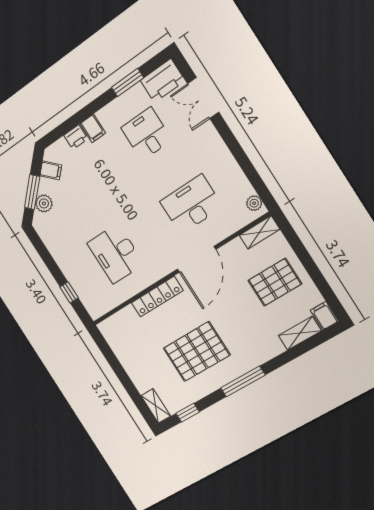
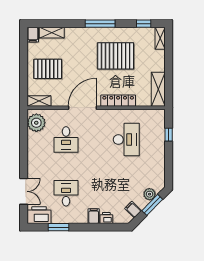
desk: (146, 134) -> (66, 193), turned 180
plant: (254, 203) -> (36, 123), width x1.88, depth x1.88
desk: (191, 204) -> (66, 140), width x0.73
shelving: (117, 341) -> (158, 89), added

